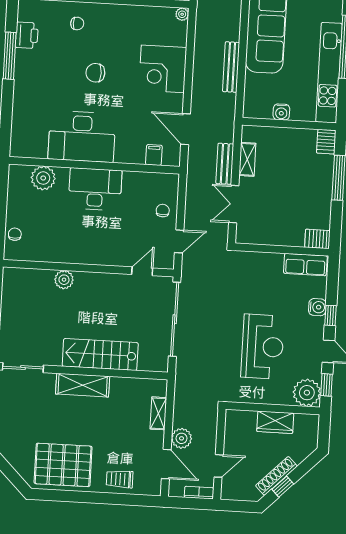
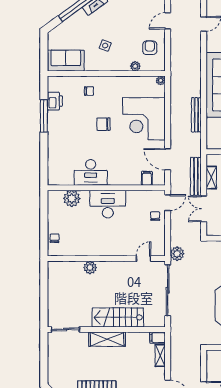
corner desk: (163, 69) -> (144, 119), width x1.36, depth x1.36
desk: (82, 137) -> (91, 172), width x0.73, depth x0.77
bench: (225, 164) -> (196, 176), width x1.36
door: (179, 241) -> (168, 203), moved
filing cabinet: (156, 387) -> (158, 338), added
plant: (182, 438) -> (177, 254), moved

